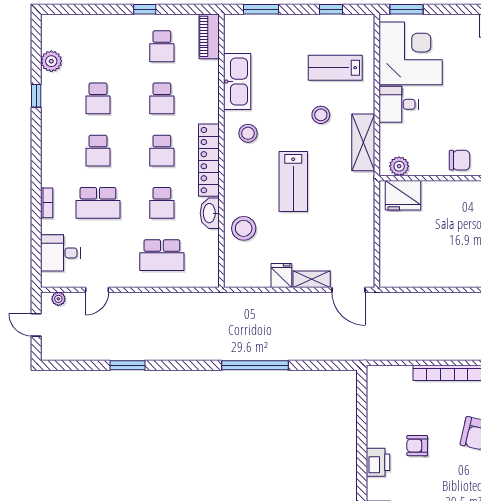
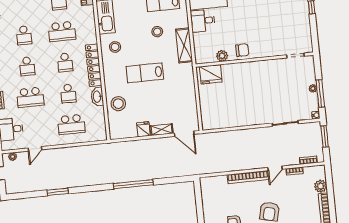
school desk: (162, 98) -> (62, 31), width x1.85
plant: (399, 166) -> (222, 56), moved
lab bench: (293, 181) -> (145, 73), turned 90

